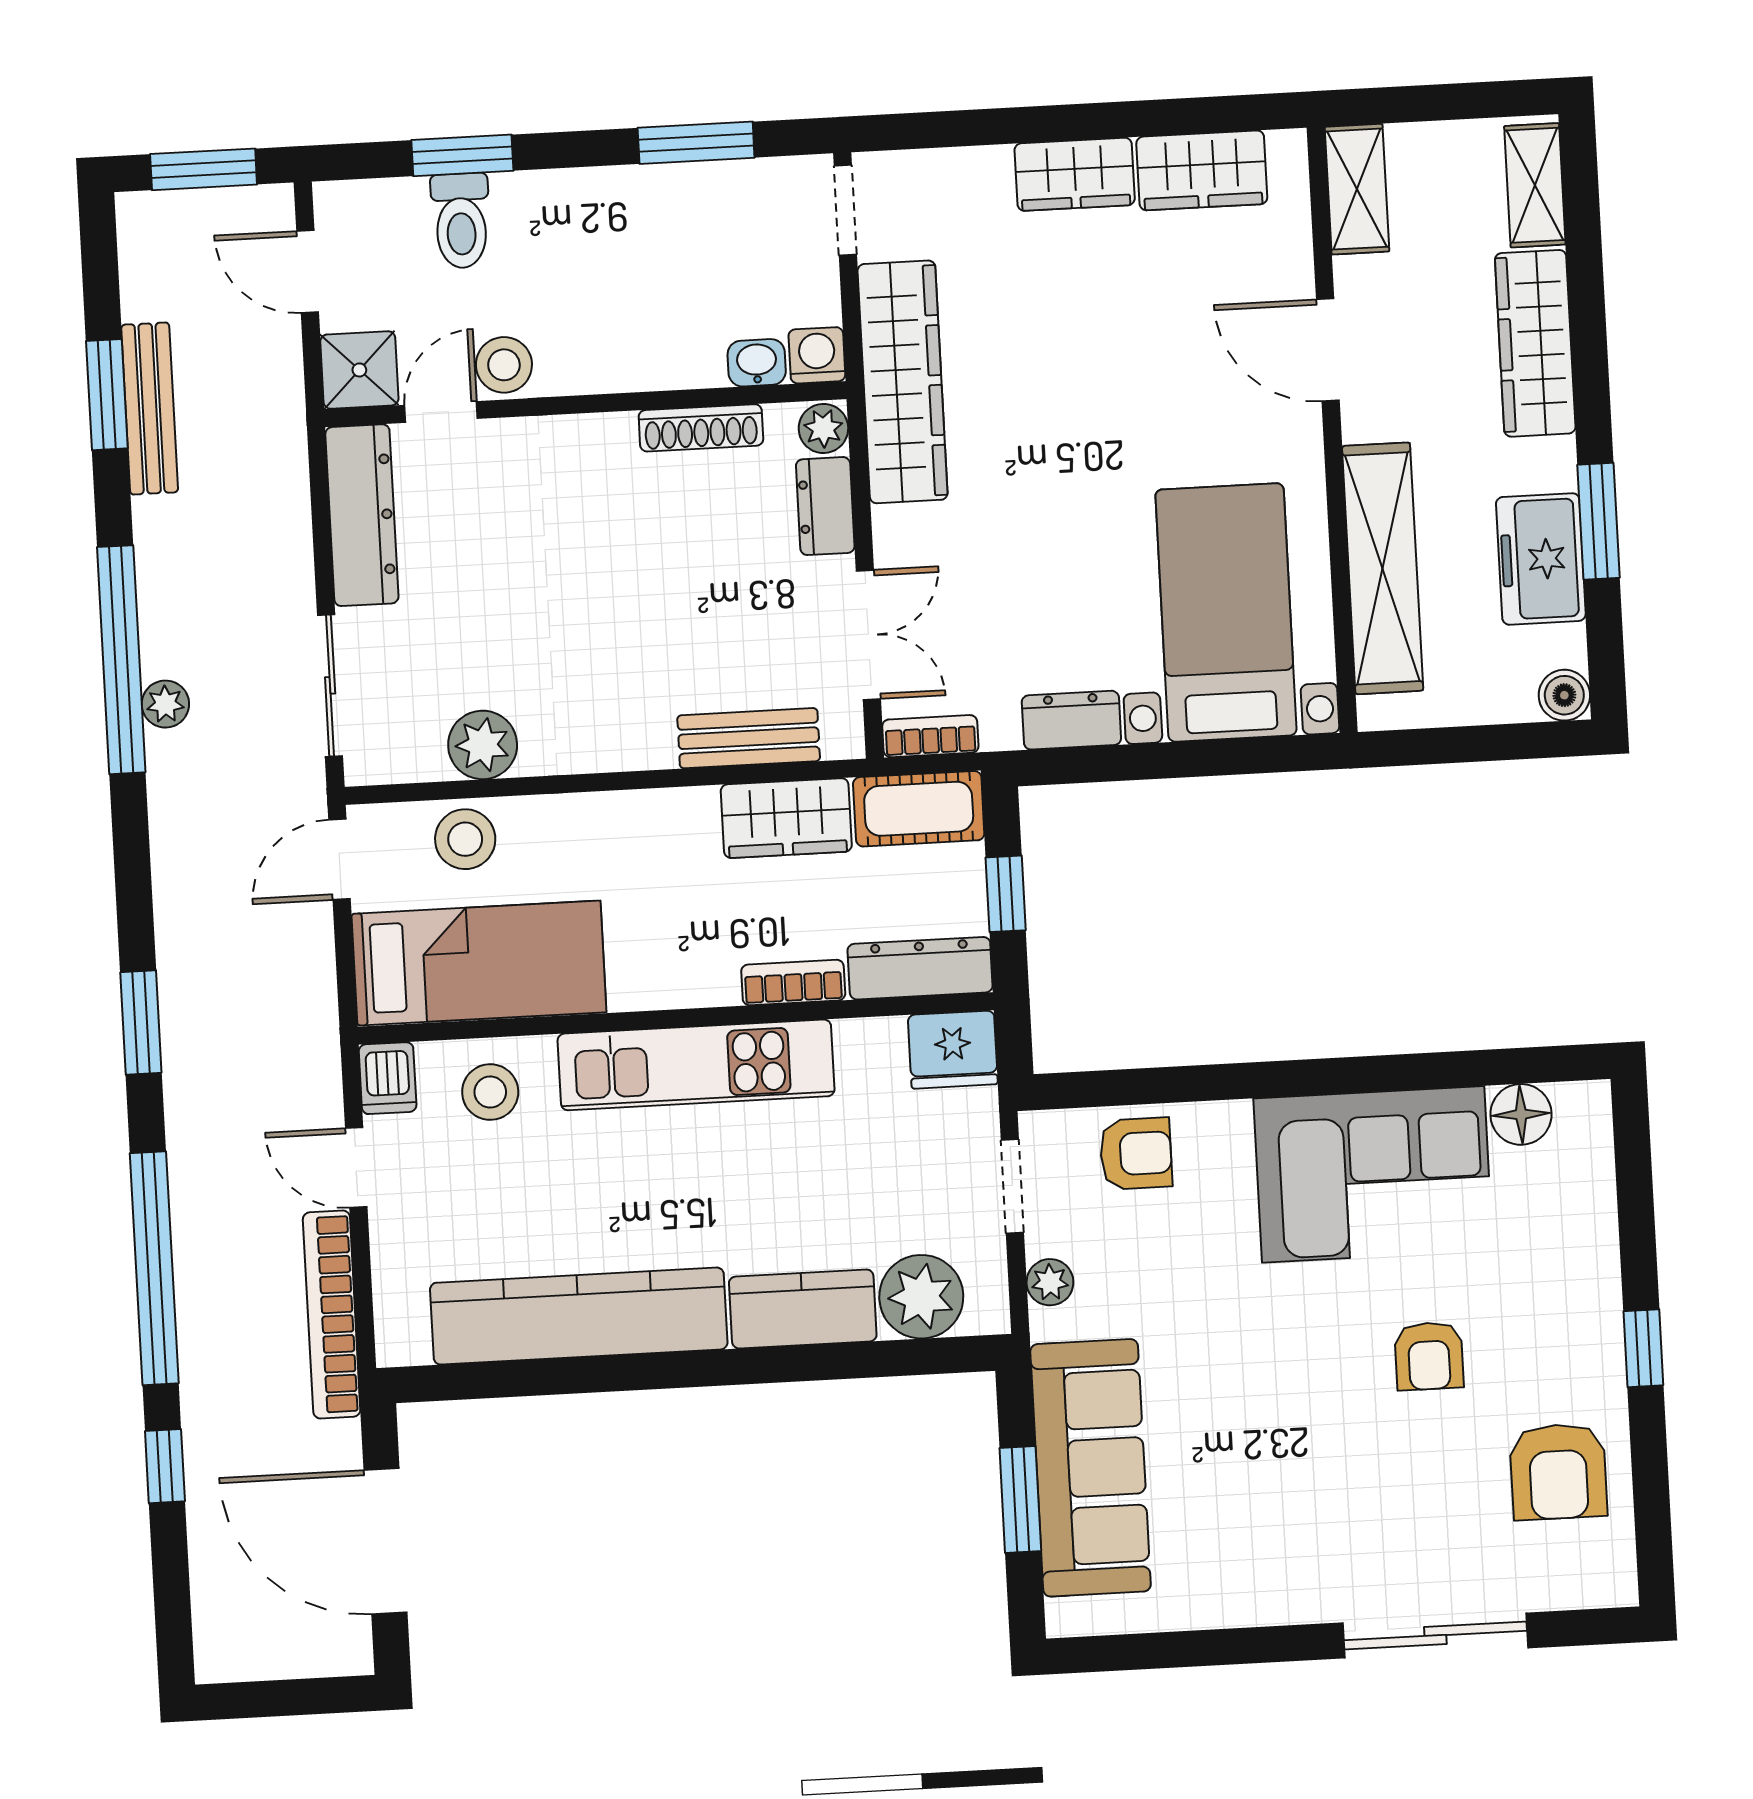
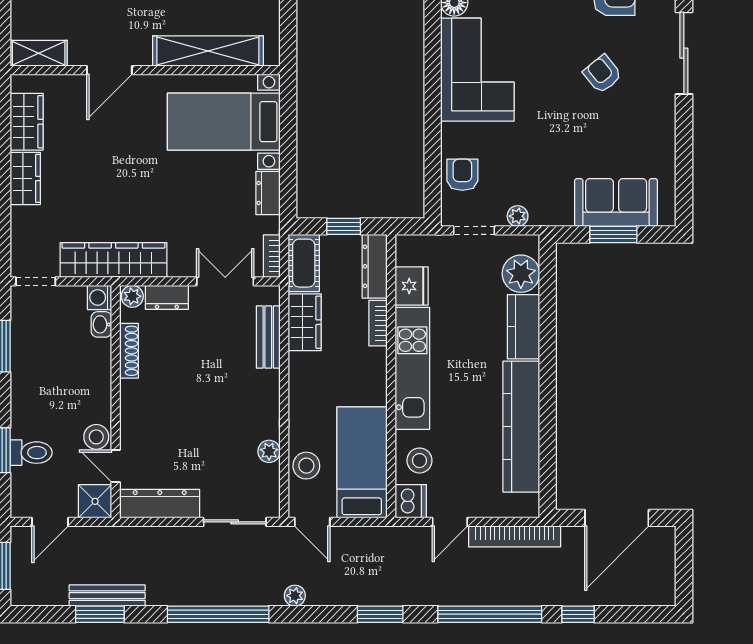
plant: (165, 704) -> (295, 596), moved
plant: (483, 745) -> (269, 451), width x0.73, depth x0.73
fridge: (953, 1050) -> (412, 286), moved
dishwasher: (388, 1078) -> (411, 501), width x1.38
armchair: (1429, 1356) -> (602, 74), moved, turned -129
sofa: (1091, 1468) -> (616, 203), width x0.73

